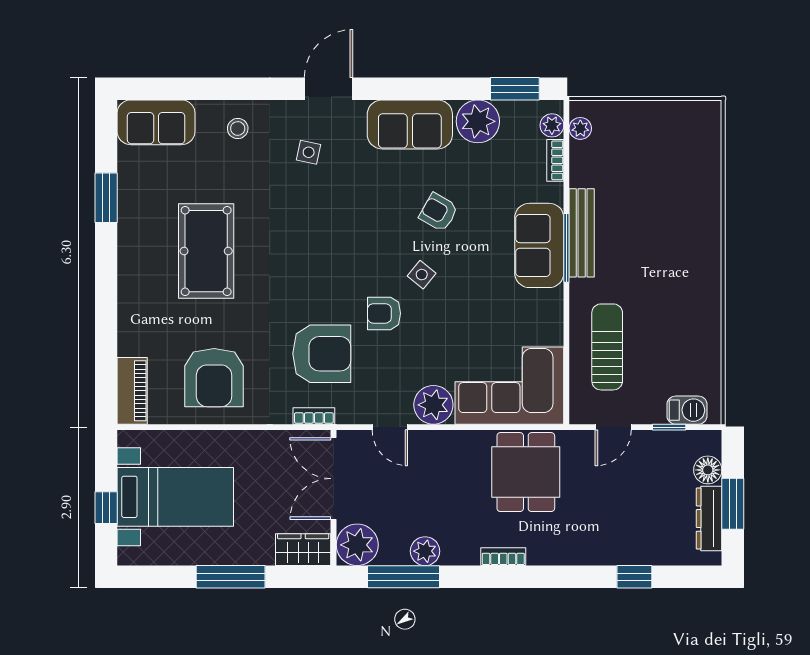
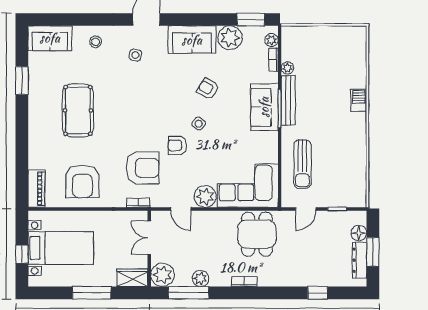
plant: (580, 128) -> (287, 68), moved
sun lounger: (607, 347) -> (302, 164), turned 180
barbecue: (687, 410) -> (359, 100), moved, turned -90
double door: (334, 479) -> (149, 238), width x0.73

